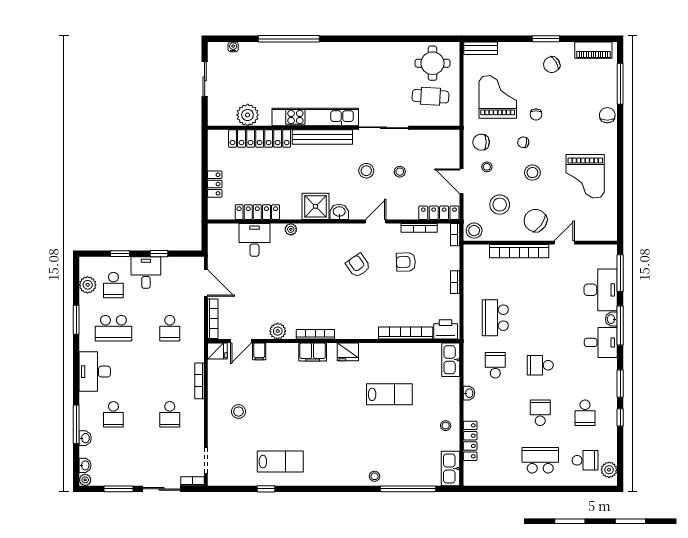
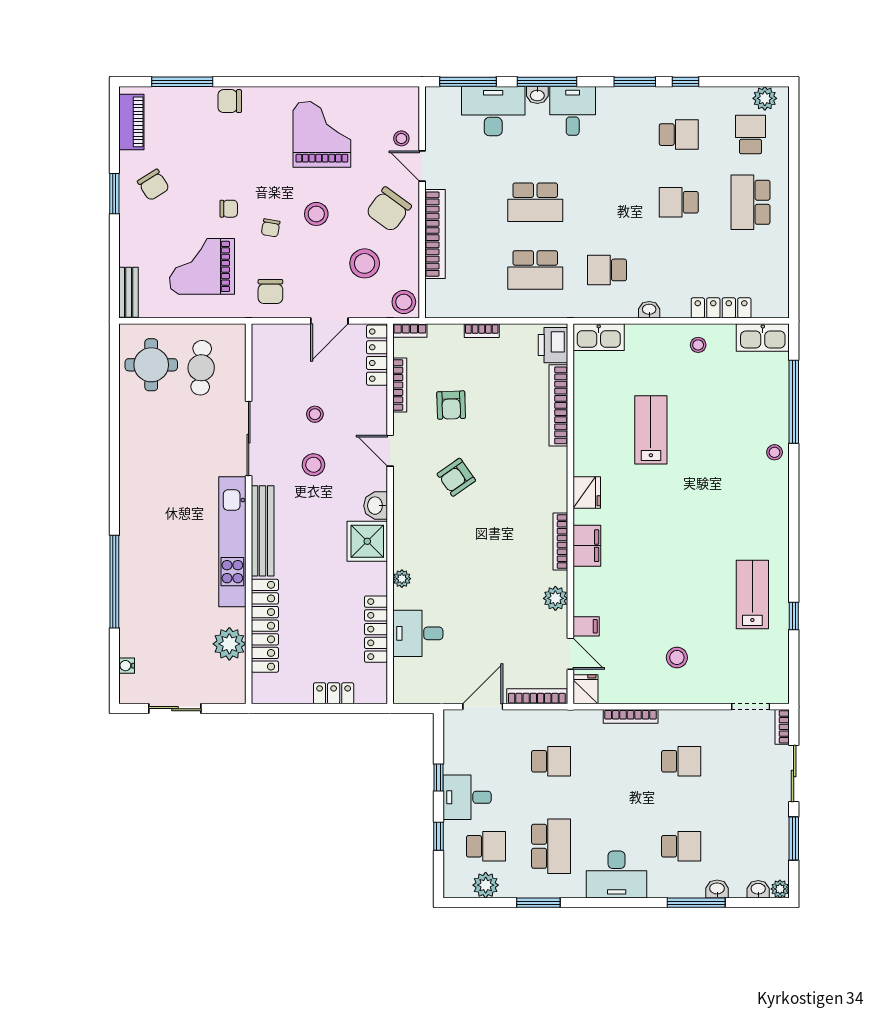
stool: (487, 167) -> (401, 138), moved
grand piano: (585, 176) -> (322, 134), turned -90
school desk: (540, 365) -> (535, 202), moved, width x1.85

